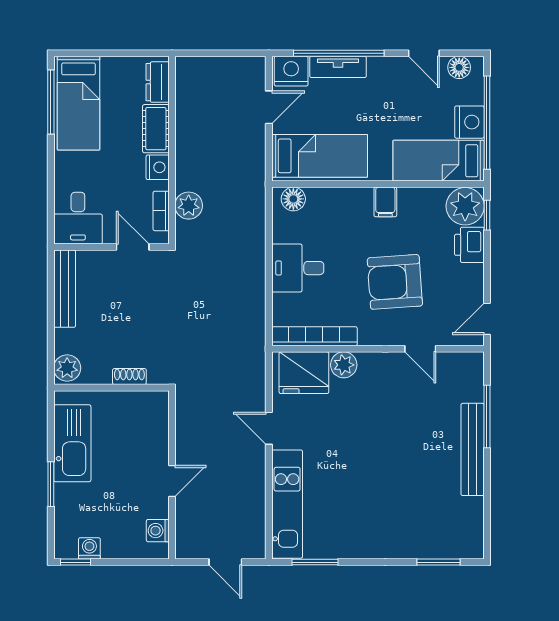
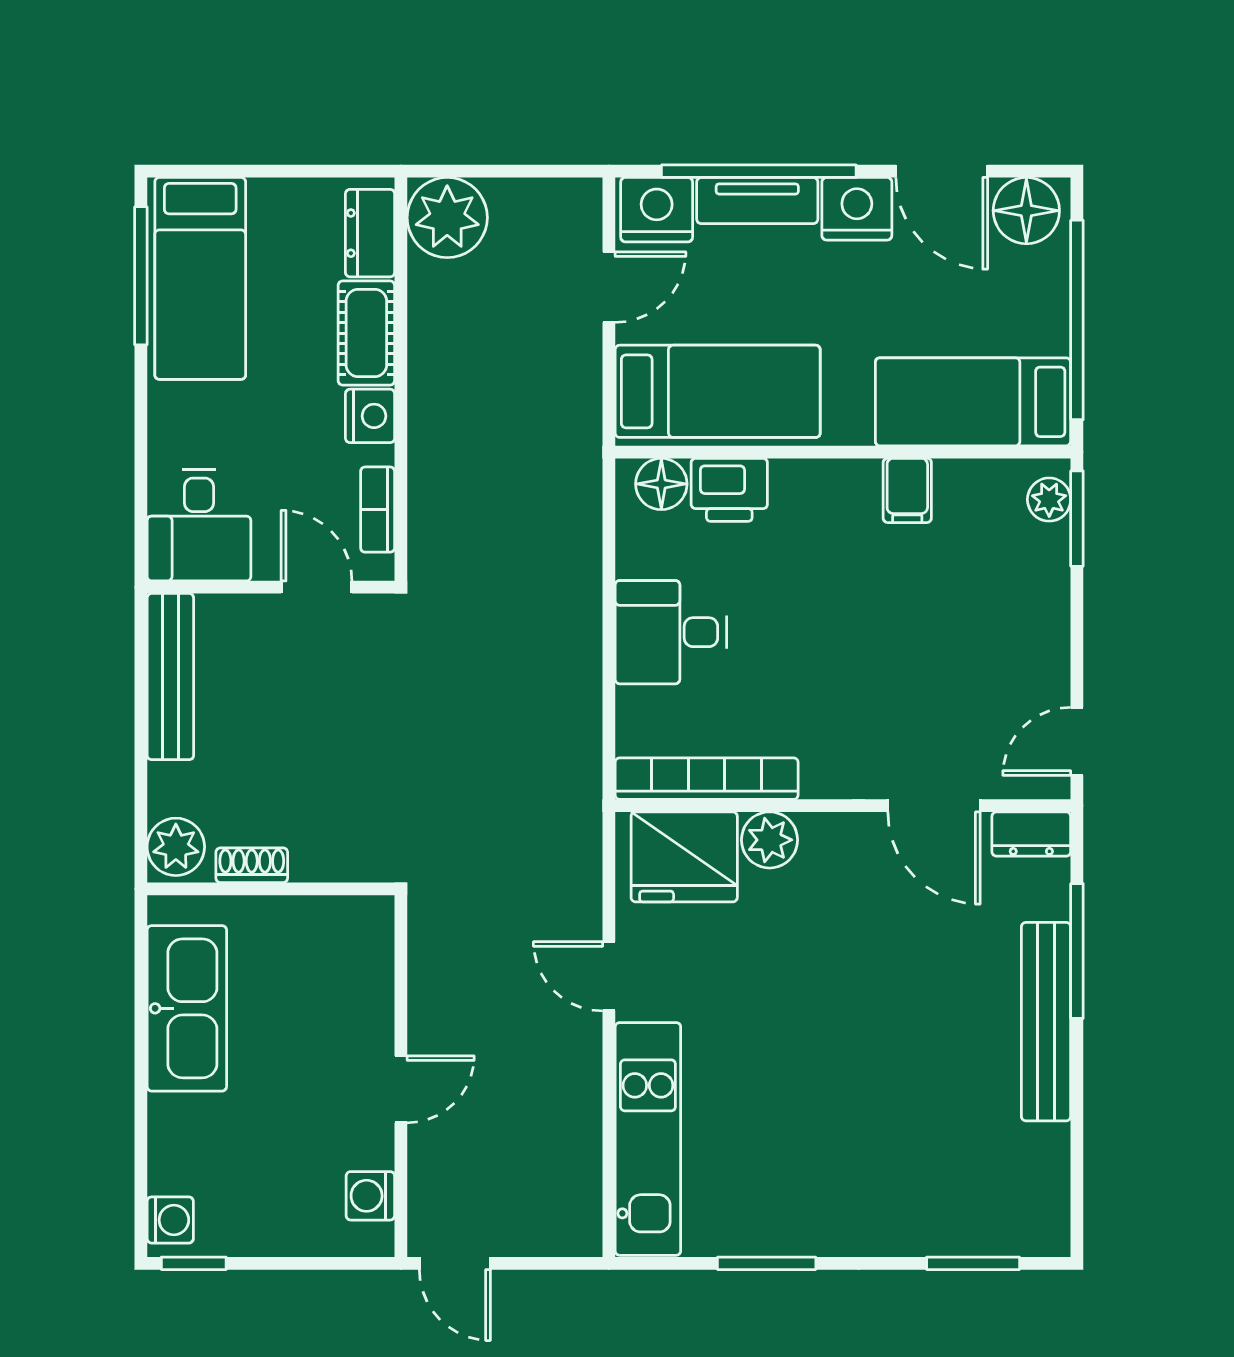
door: (424, 53) -> (942, 171), width x1.38
floor lamp: (459, 67) -> (1026, 211), width x1.38, depth x1.38
nightstand: (469, 122) -> (857, 209), moved, turned -90
filing cabinet: (385, 202) -> (907, 490), moved
plant: (189, 206) -> (447, 218), moved, width x1.36, depth x1.36
plant: (465, 206) -> (1049, 500), width x0.53, depth x0.53
window: (487, 215) -> (1077, 519), width x1.50
printer: (469, 245) -> (729, 490), moved, turned -90
armchair: (395, 282) -> (879, 662), removed
door: (420, 349) -> (934, 806), width x1.38
dresser: (466, 362) -> (1031, 834), added
shoe rack: (129, 377) -> (252, 865), moved
window: (51, 484) -> (141, 1096), removed
washing machine: (89, 548) -> (170, 1220), moved, turned 90
door: (225, 562) -> (455, 1263), moved
window: (315, 562) -> (767, 1263), moved

